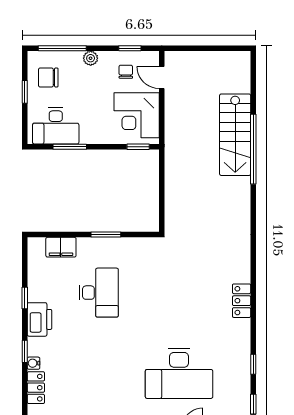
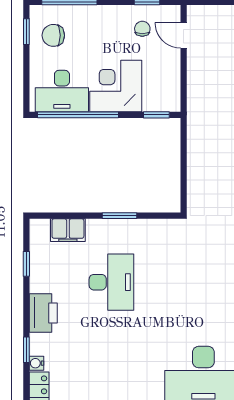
plant: (91, 58) -> (102, 13), removed
window: (25, 92) -> (26, 32), moved
corner desk: (137, 115) -> (116, 86), moved, turned 90
window: (70, 147) -> (78, 115), width x2.11
window: (25, 298) -> (26, 264), moved

